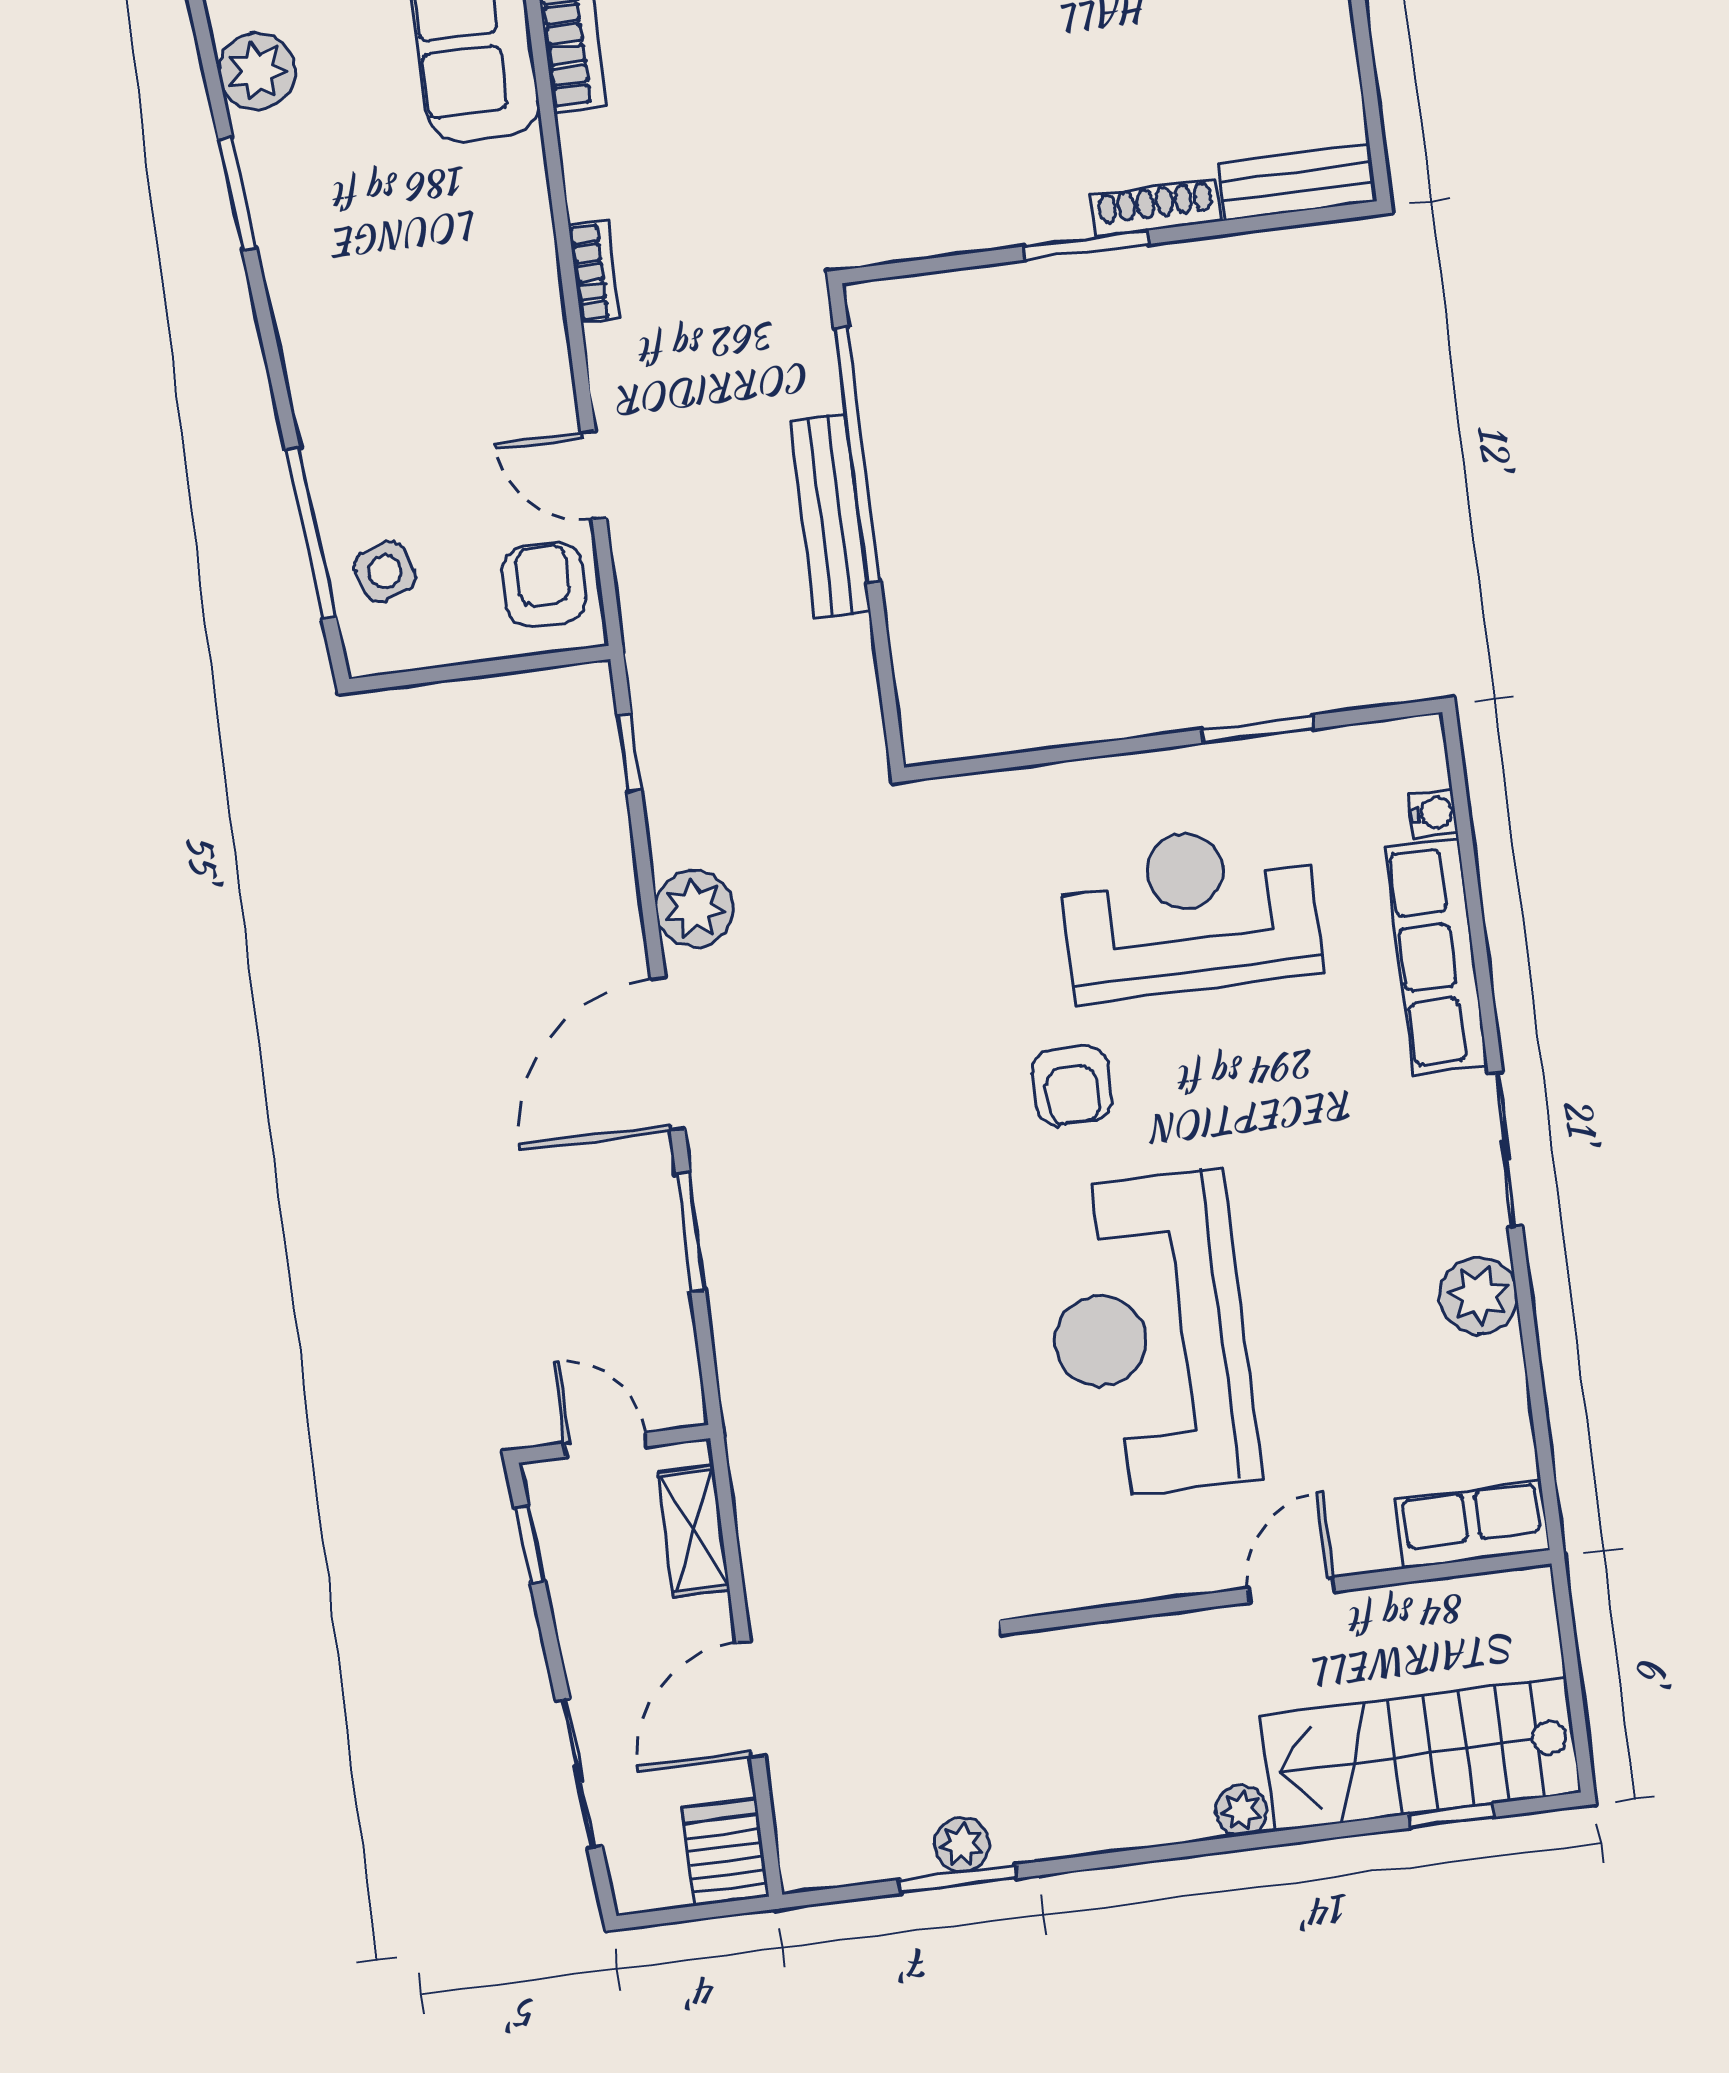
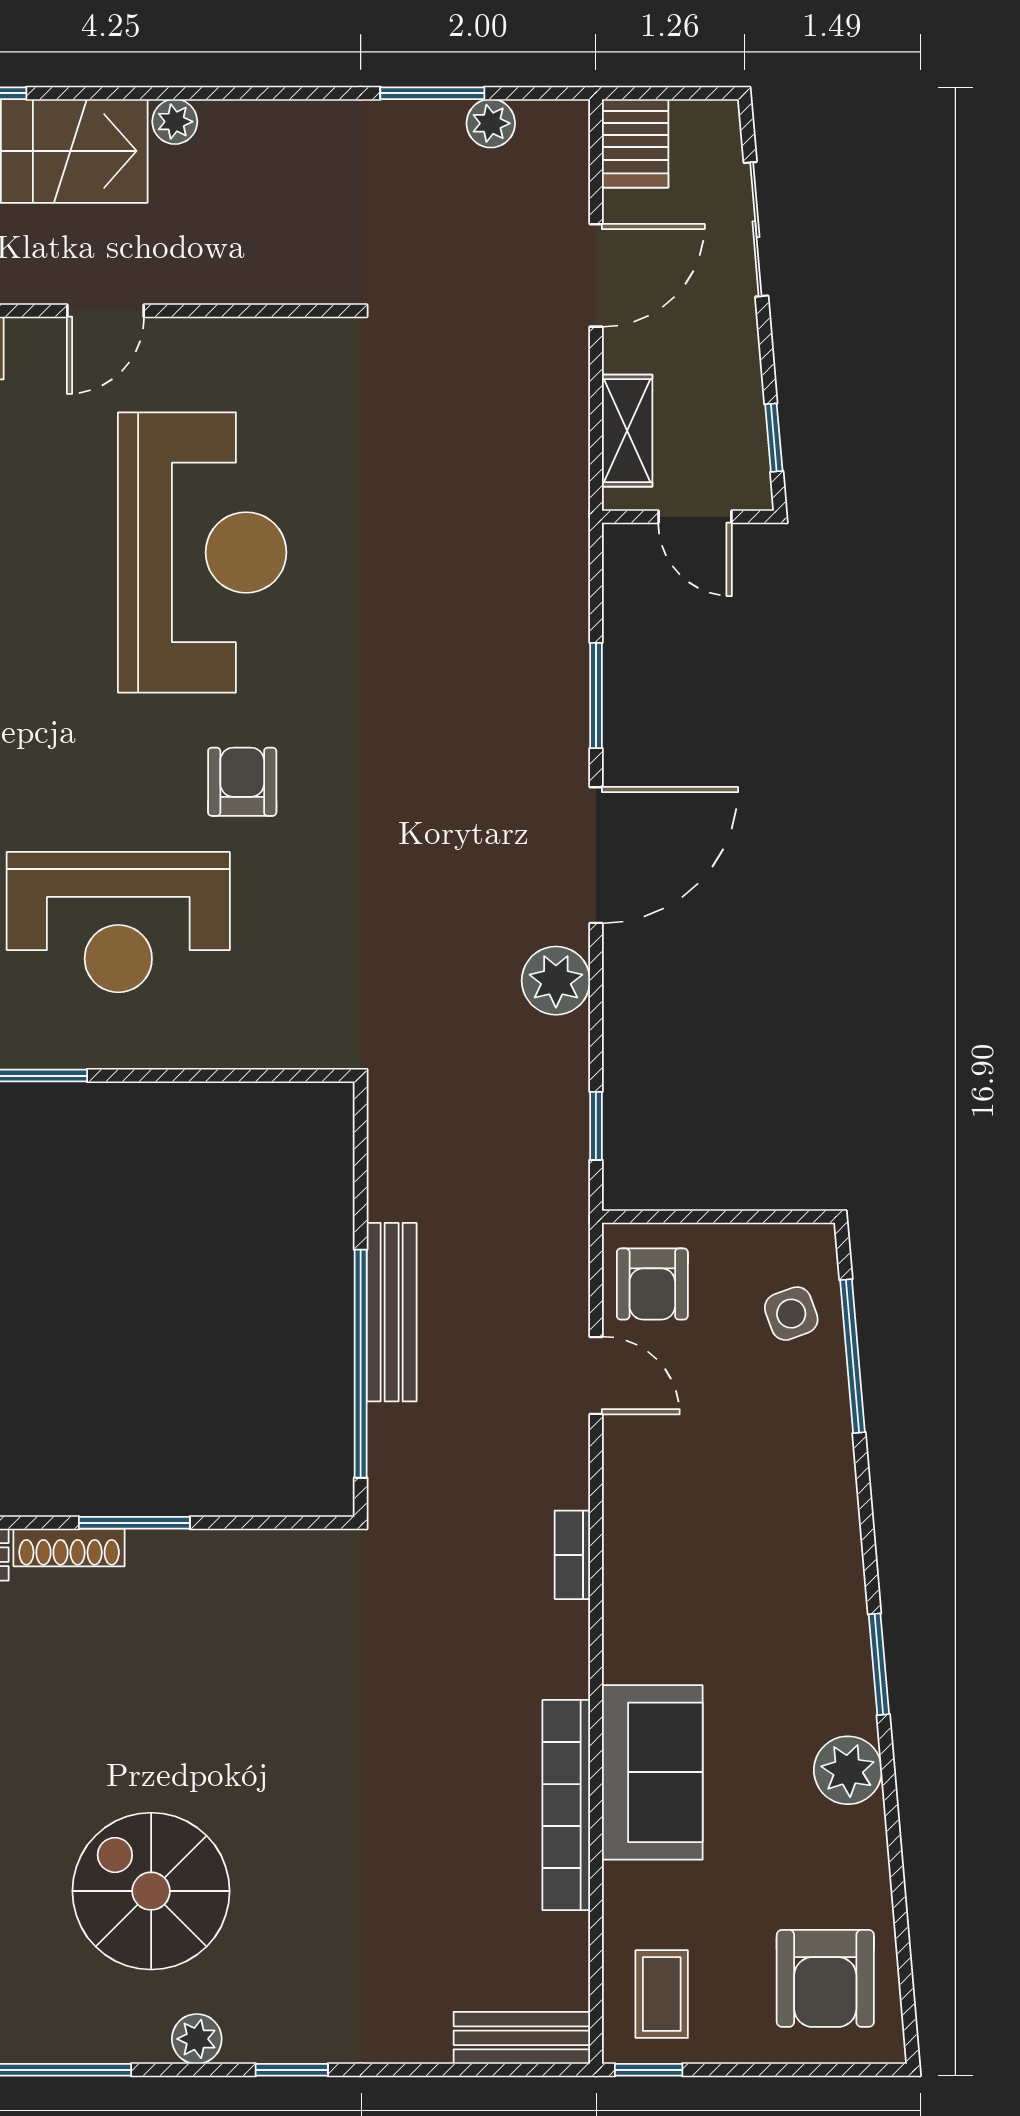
plant: (962, 1844) -> (491, 123), moved

